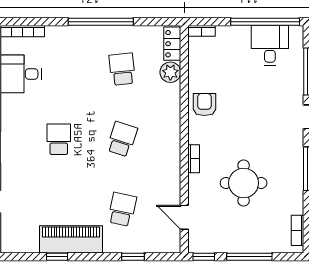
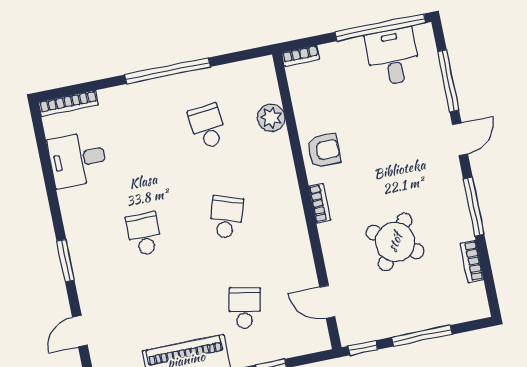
locker: (172, 44) -> (266, 80), removed
armchair: (204, 105) -> (324, 151), turned 90
bookcase: (194, 159) -> (320, 203), moved
round table: (244, 183) -> (395, 242), turned 35
bookcase: (297, 230) -> (472, 261), moved

